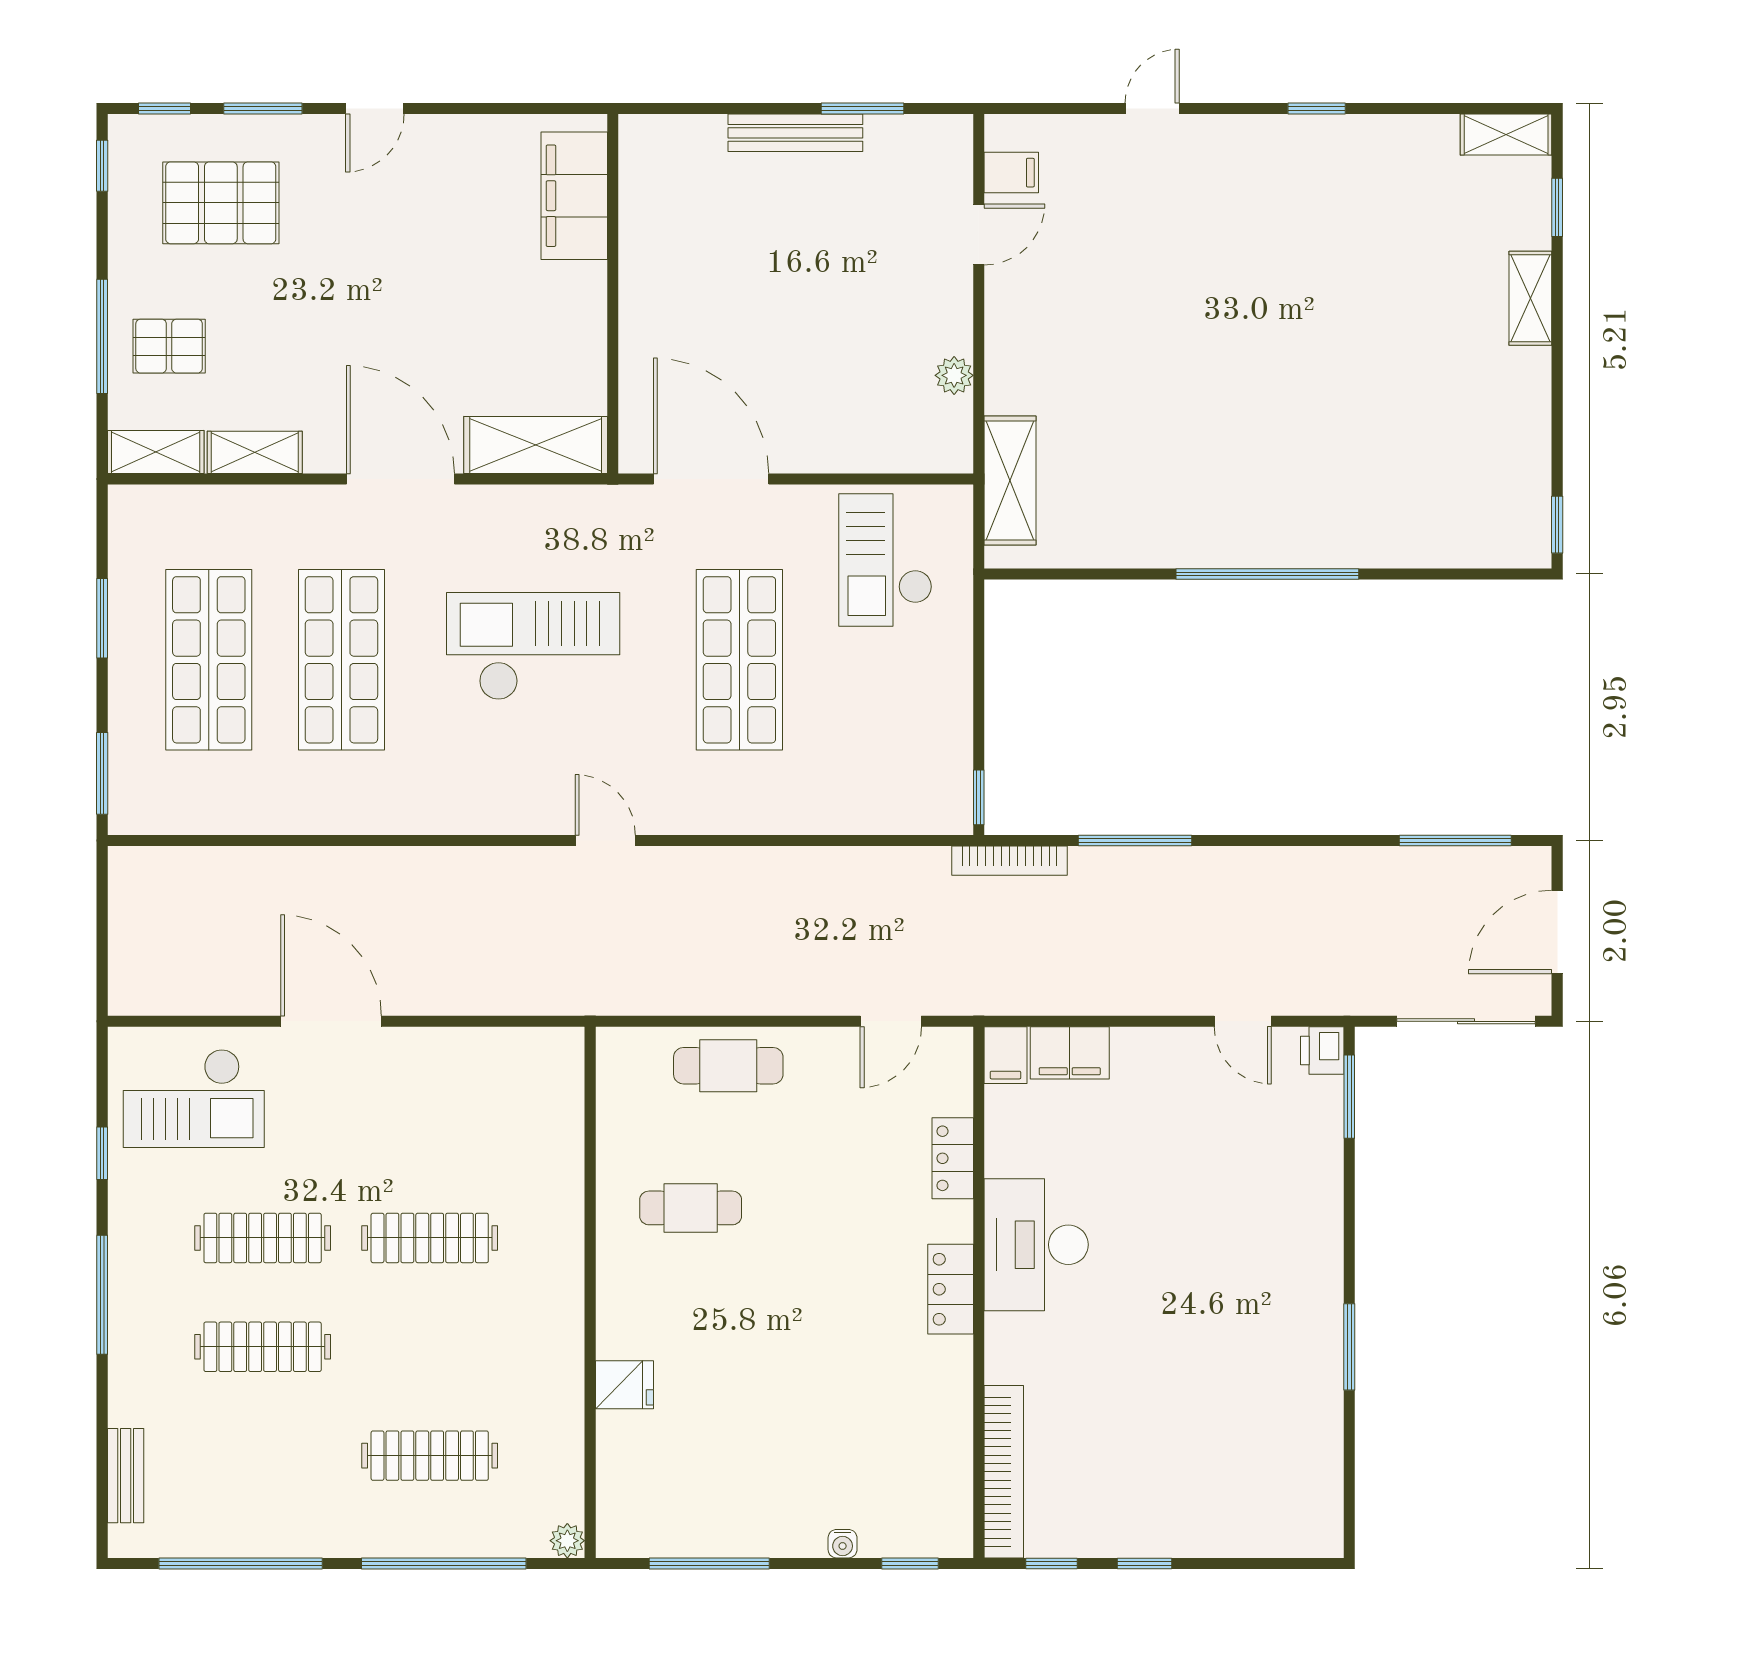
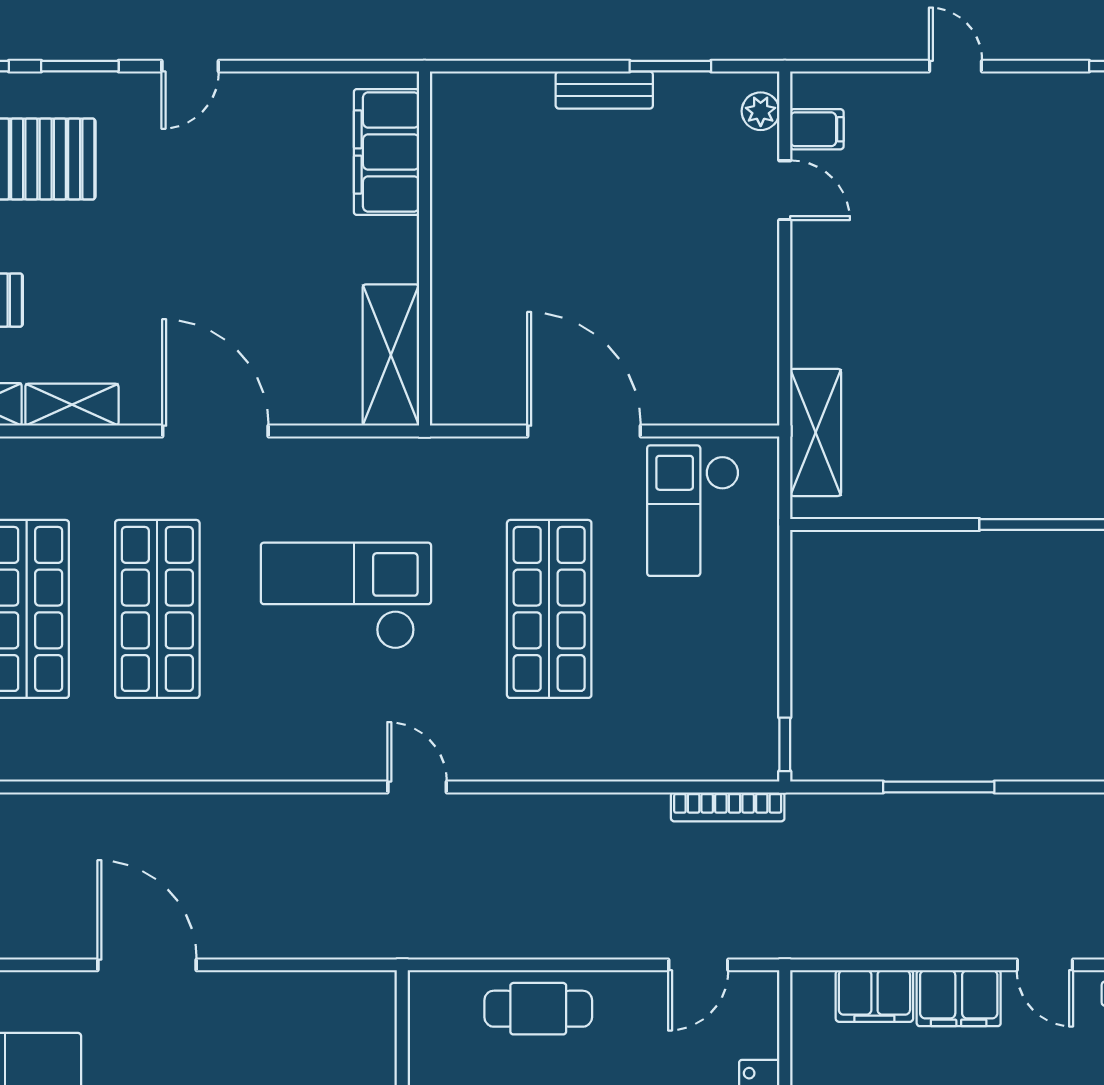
door: (1152, 109) -> (956, 66), hinge flipped
bench: (795, 133) -> (604, 90), width x0.73
door: (979, 235) -> (785, 190), hinge flipped
plant: (954, 375) -> (761, 111), moved
shelving: (536, 445) -> (391, 355), moved, turned 90
door: (711, 479) -> (584, 431), moved
bookcase: (1010, 861) -> (728, 807), moved
filing cabinet: (1005, 1055) -> (959, 998), moved, width x2.00

